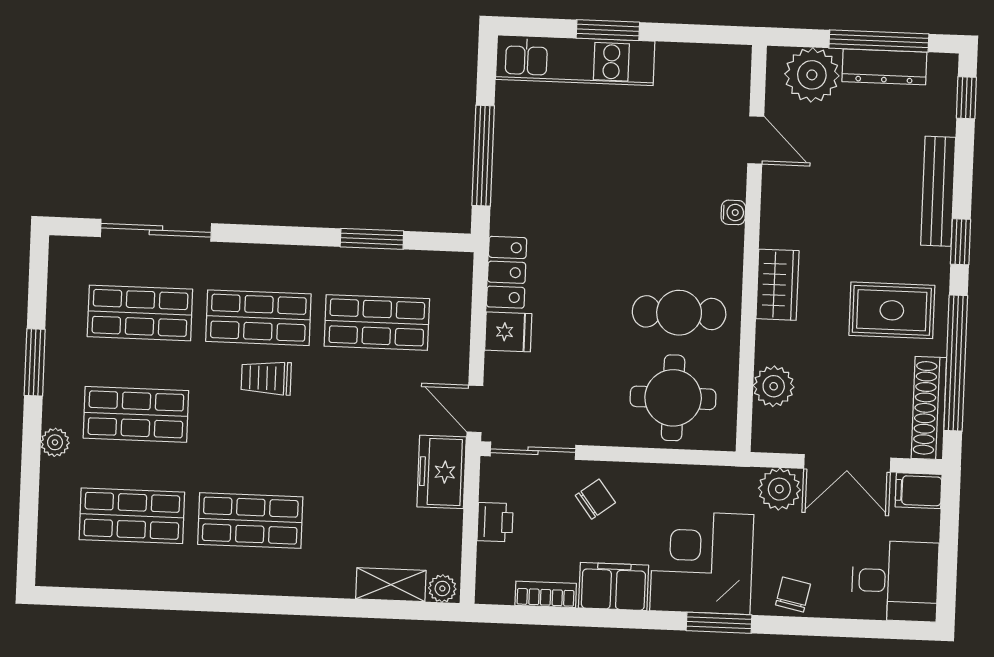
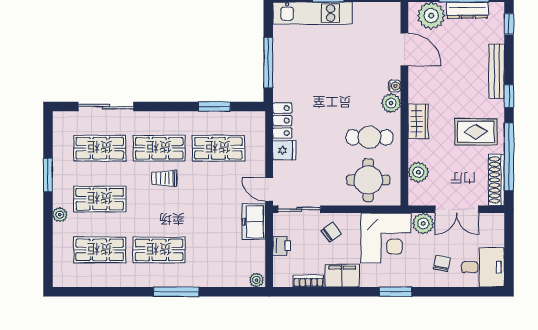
door: (756, 140) -> (404, 49), width x1.38
plant: (725, 246) -> (391, 103), added
filing cabinet: (919, 491) -> (493, 222), removed
corner desk: (702, 563) -> (386, 238), moved, turned 180
shelving: (391, 585) -> (231, 279), removed
chair: (793, 595) -> (442, 263), moved
window: (281, 605) -> (176, 292), added

